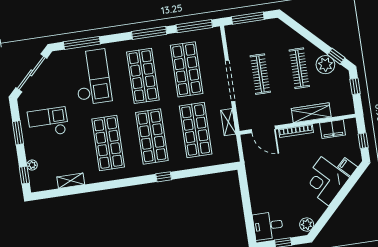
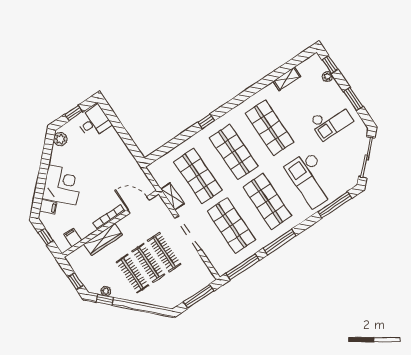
plant: (325, 65) -> (106, 291), width x0.53, depth x0.53
clothes rail: (280, 71) -> (148, 263), added
filing cabinet: (333, 129) -> (73, 237), width x0.50

